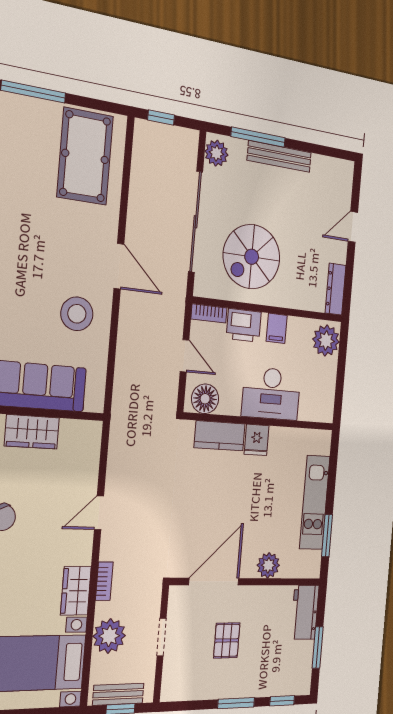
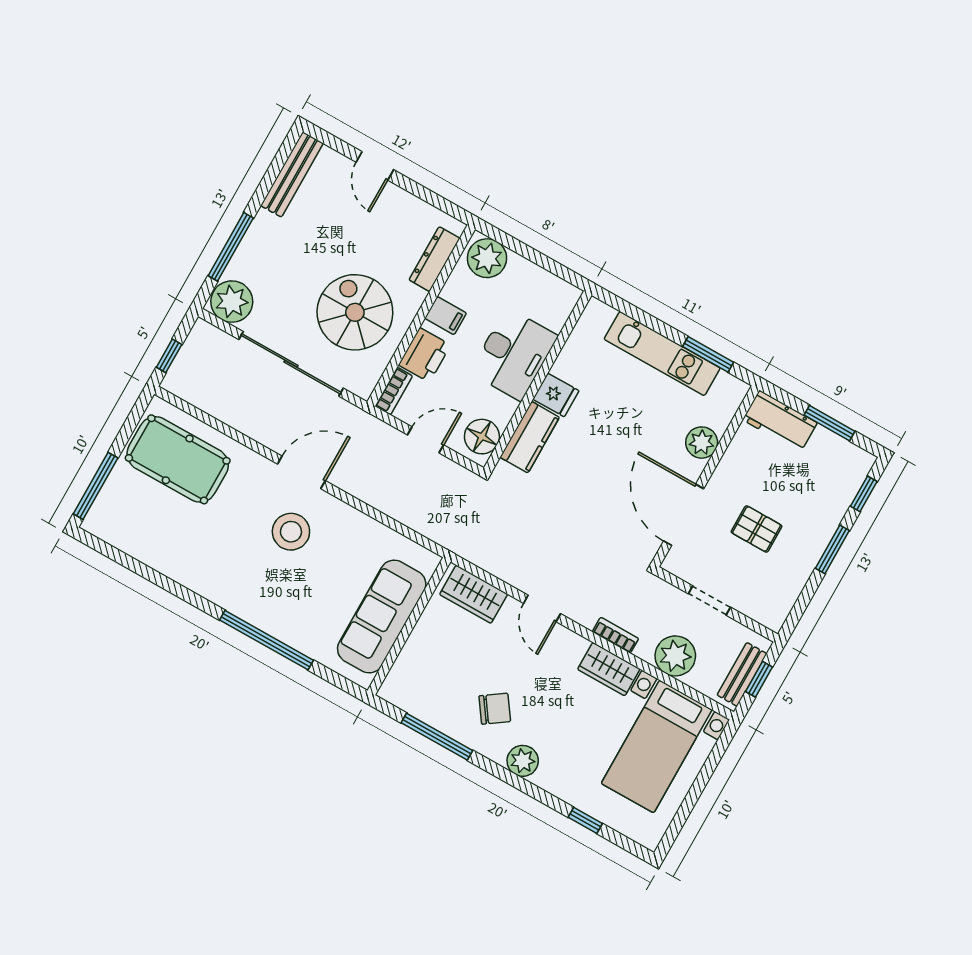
plant: (216, 153) -> (232, 302), width x1.36, depth x1.36
bench: (279, 156) -> (292, 174), moved
spiral stairs: (252, 257) -> (355, 312), turned 180
dresser: (335, 289) -> (434, 259), moved, turned 90
stool: (77, 314) -> (291, 532), moved
wardrobe: (32, 432) -> (474, 594), moved, turned 90

